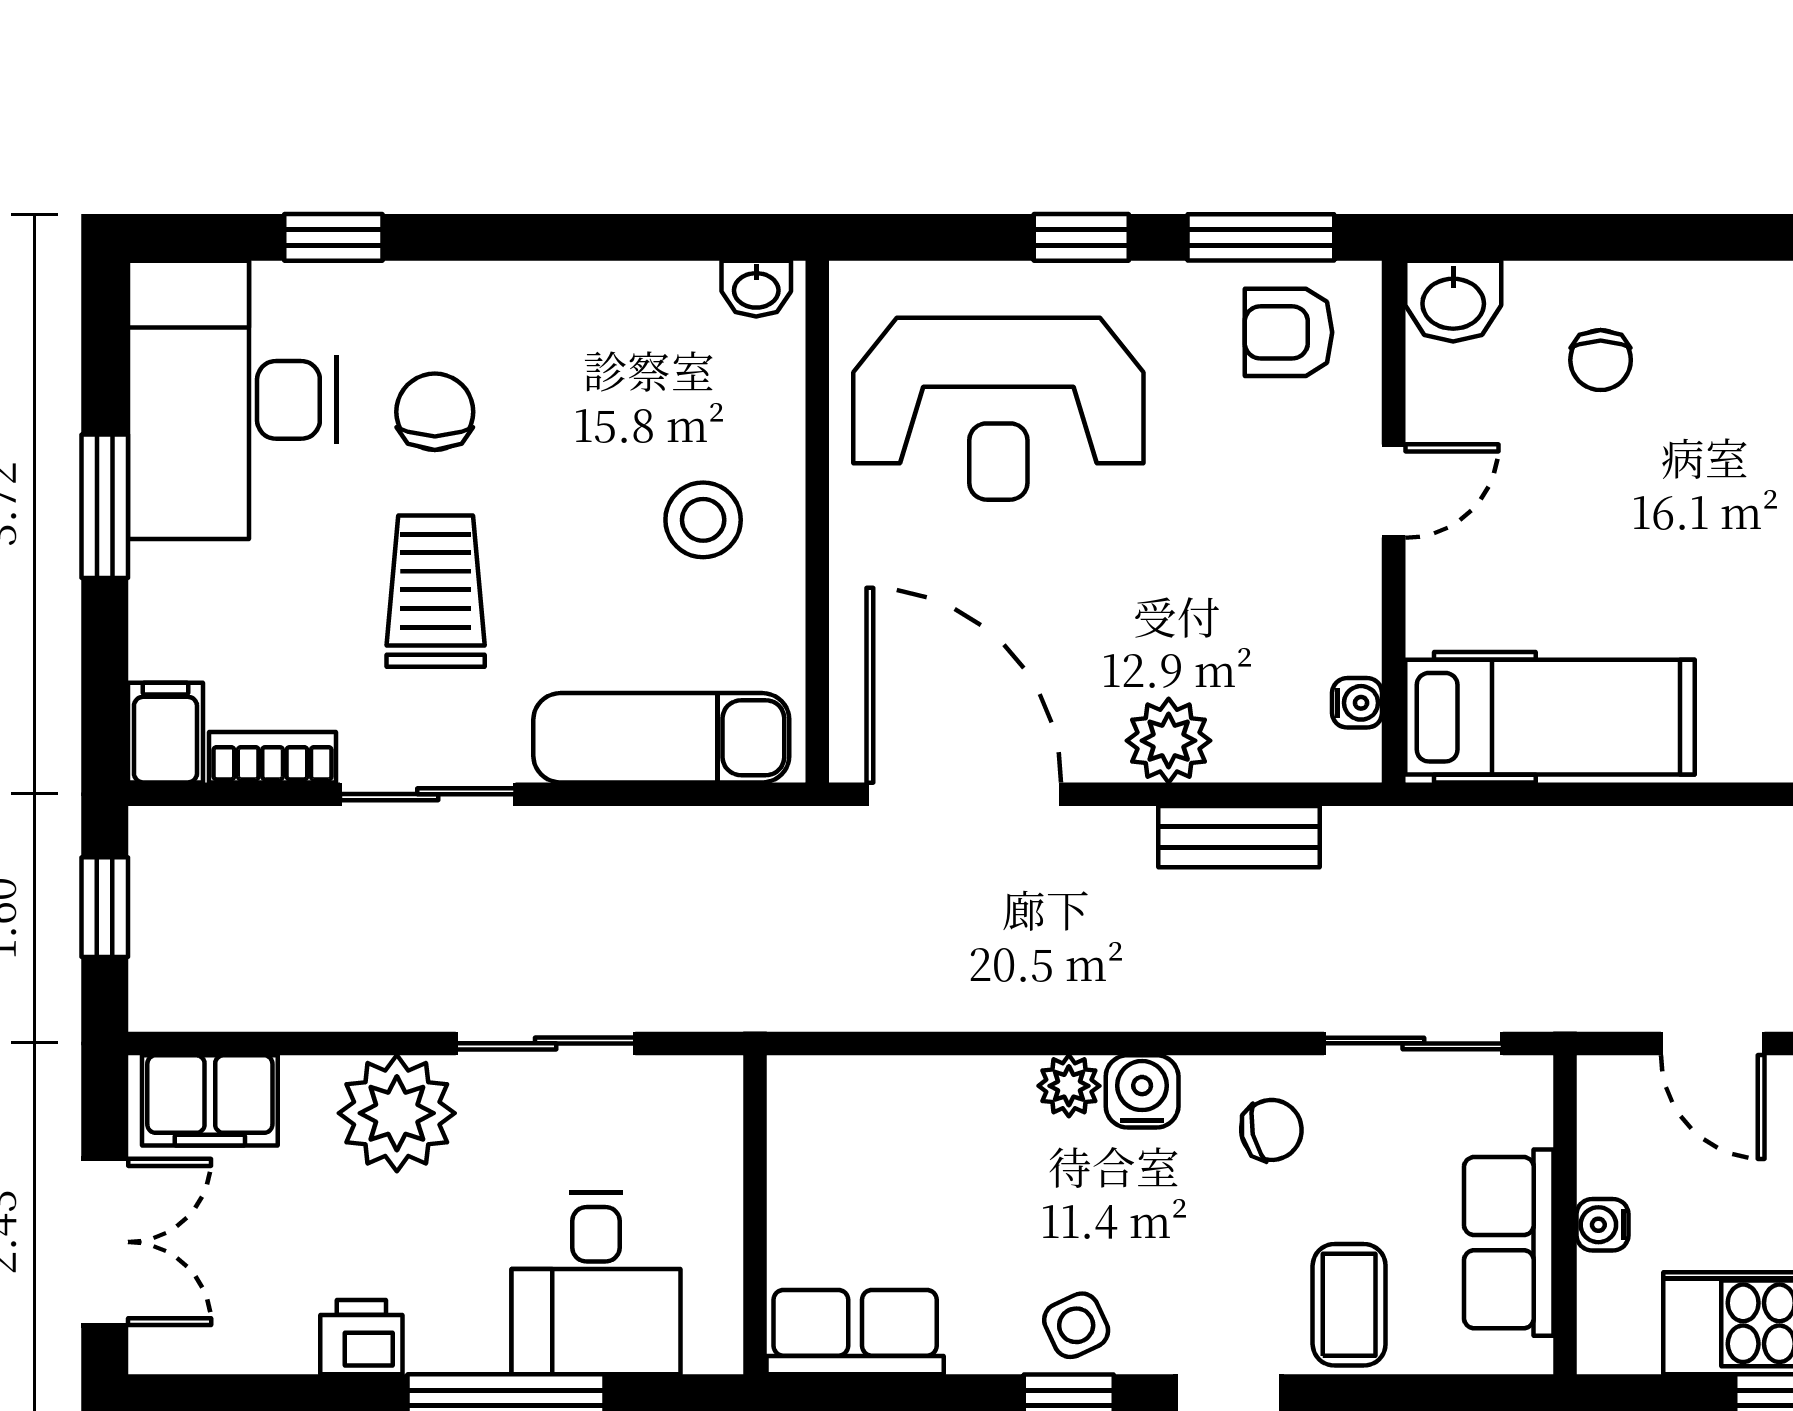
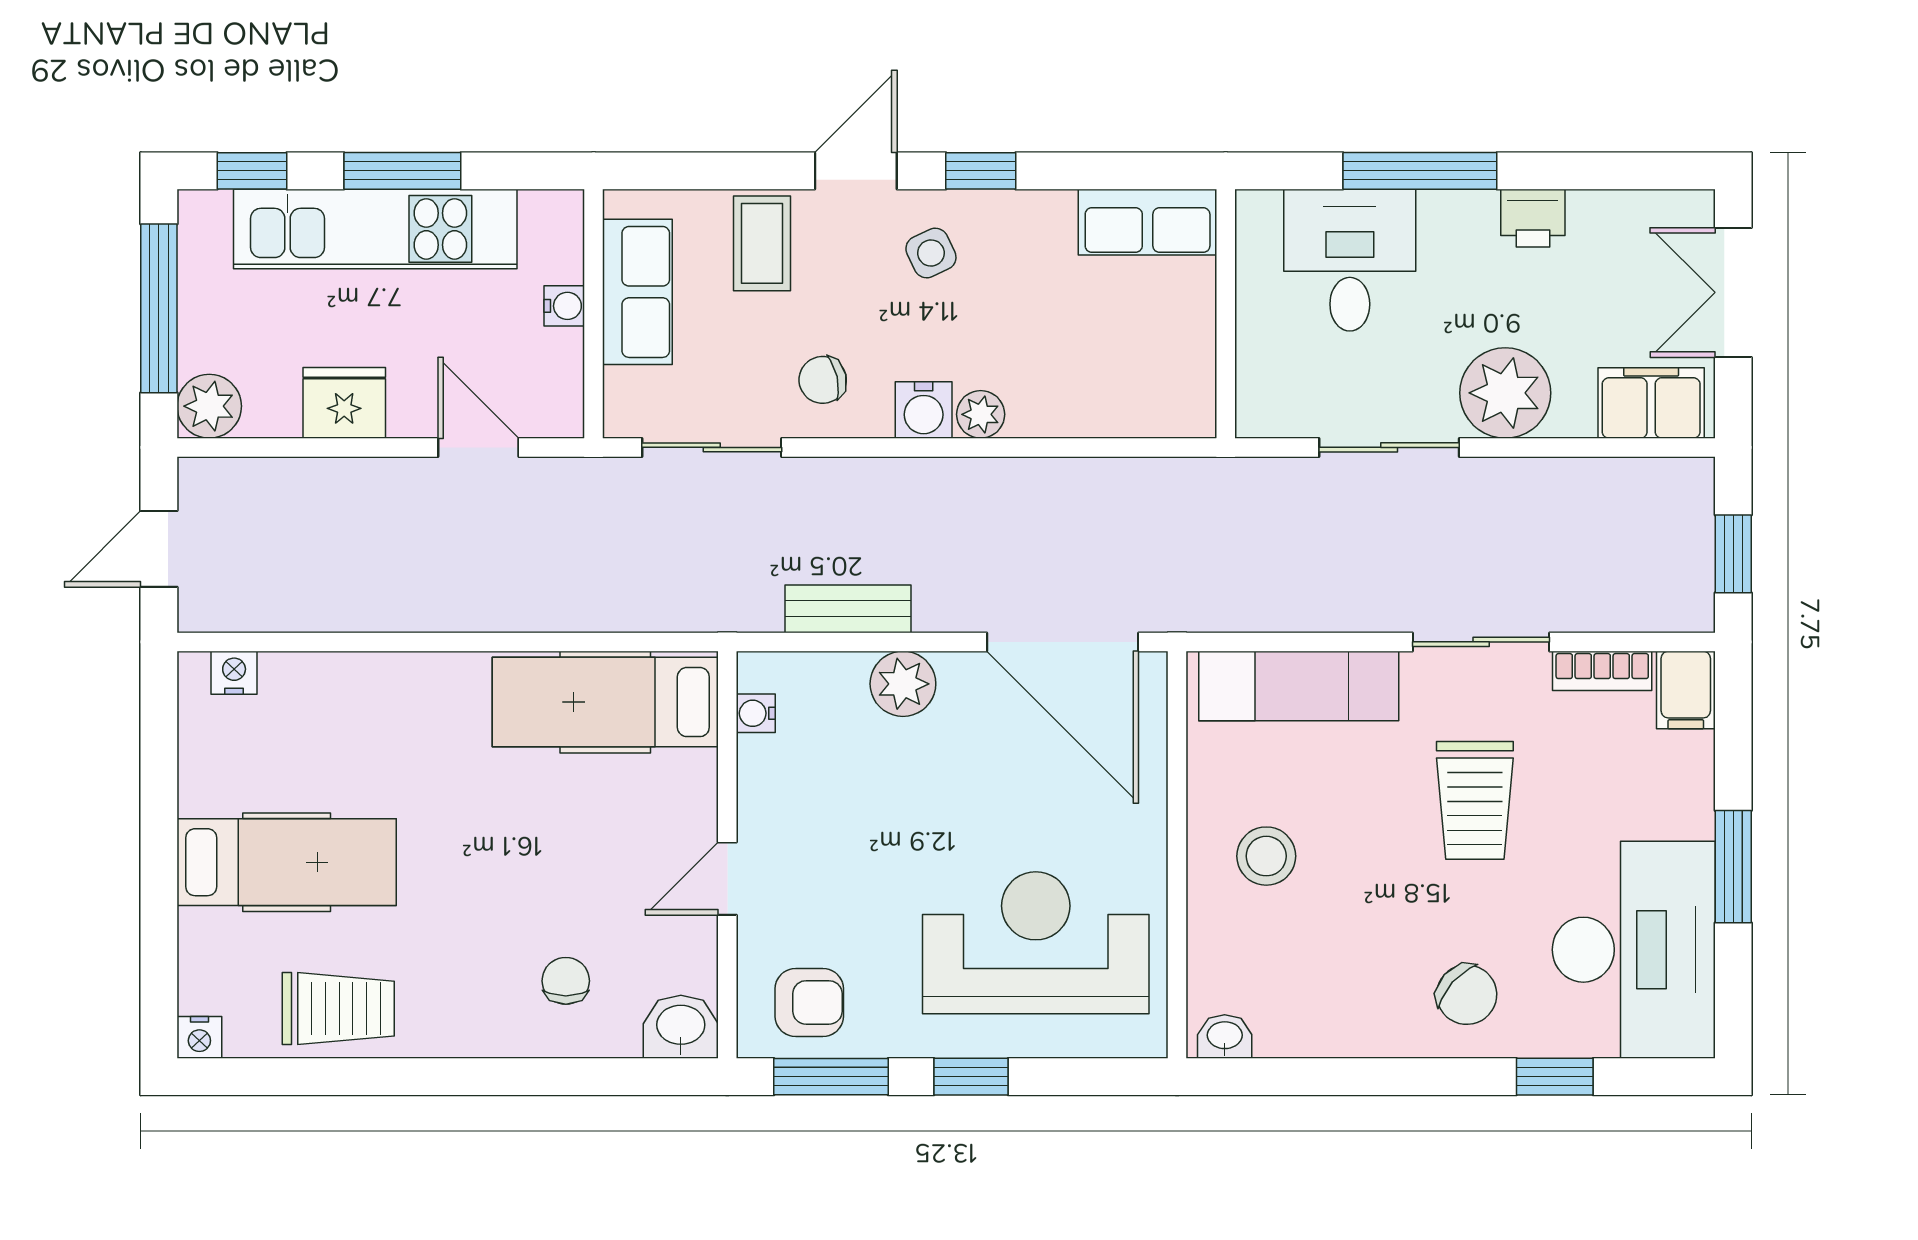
chair: (435, 412) -> (1467, 995), moved, turned -48
side table: (1076, 1325) -> (931, 253), moved

